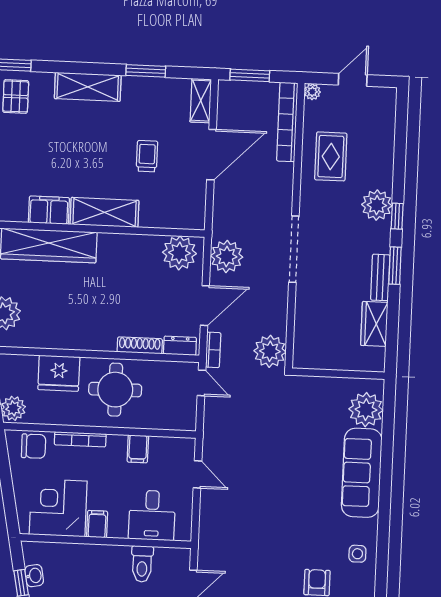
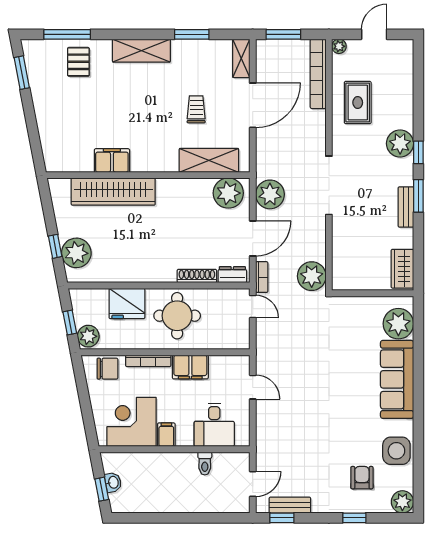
shelving: (104, 212) -> (209, 160), moved
wardrobe: (374, 324) -> (402, 269), moved
filing cabinet: (138, 449) -> (190, 367), width x2.00
side table: (357, 554) -> (396, 451), width x1.87, depth x1.87
toilet: (142, 564) -> (205, 464), width x0.73, depth x0.72

